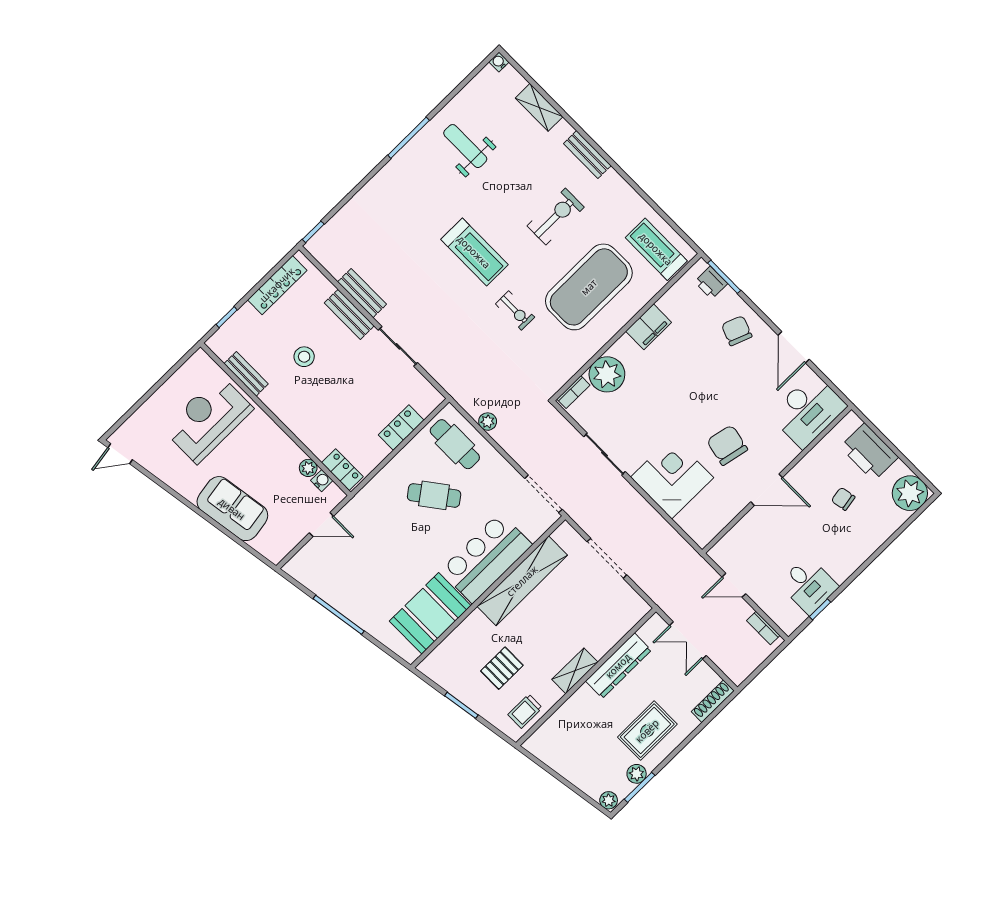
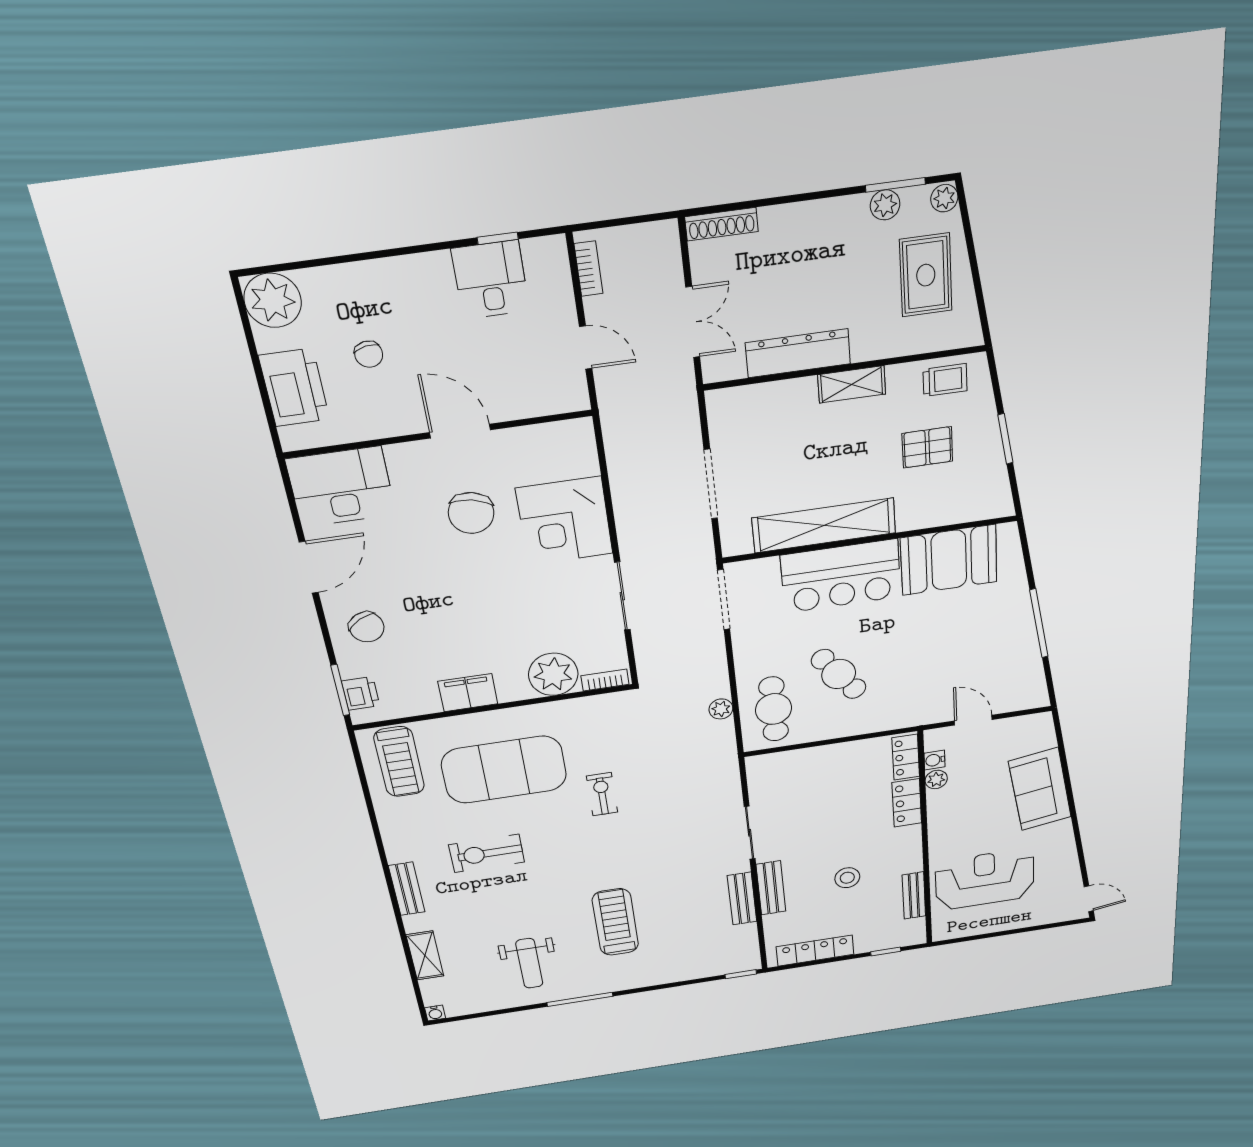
treadmill: (474, 252) -> (615, 922), moved
chair: (737, 331) -> (367, 627), turned -49
reception desk: (208, 419) -> (985, 879), turned 180
locker: (401, 428) -> (907, 803), moved, turned 90
rug: (647, 731) -> (926, 275), moved, turned 90

